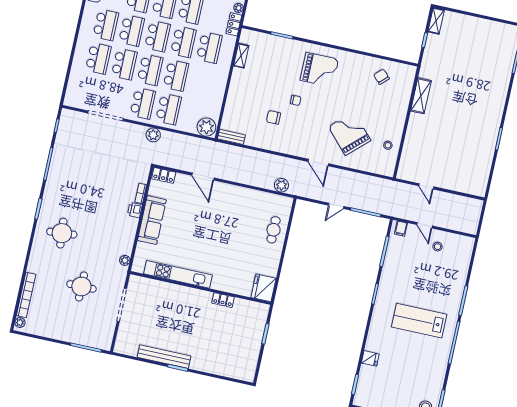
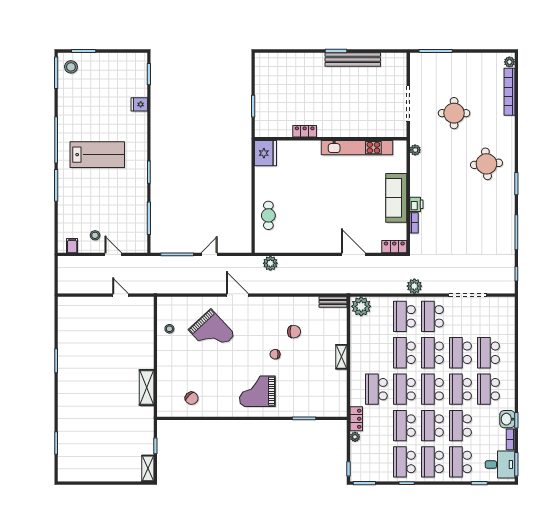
shelving: (241, 56) -> (341, 357), moved
filing cabinet: (401, 229) -> (72, 246), moved

